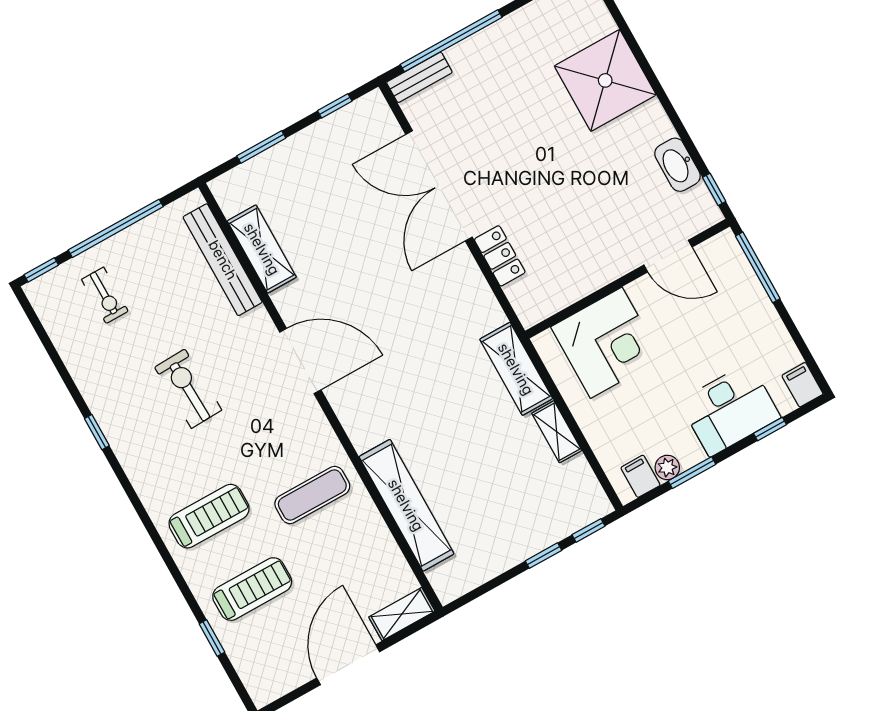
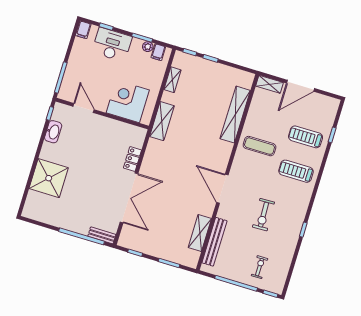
shelving: (557, 432) -> (172, 80), moved

